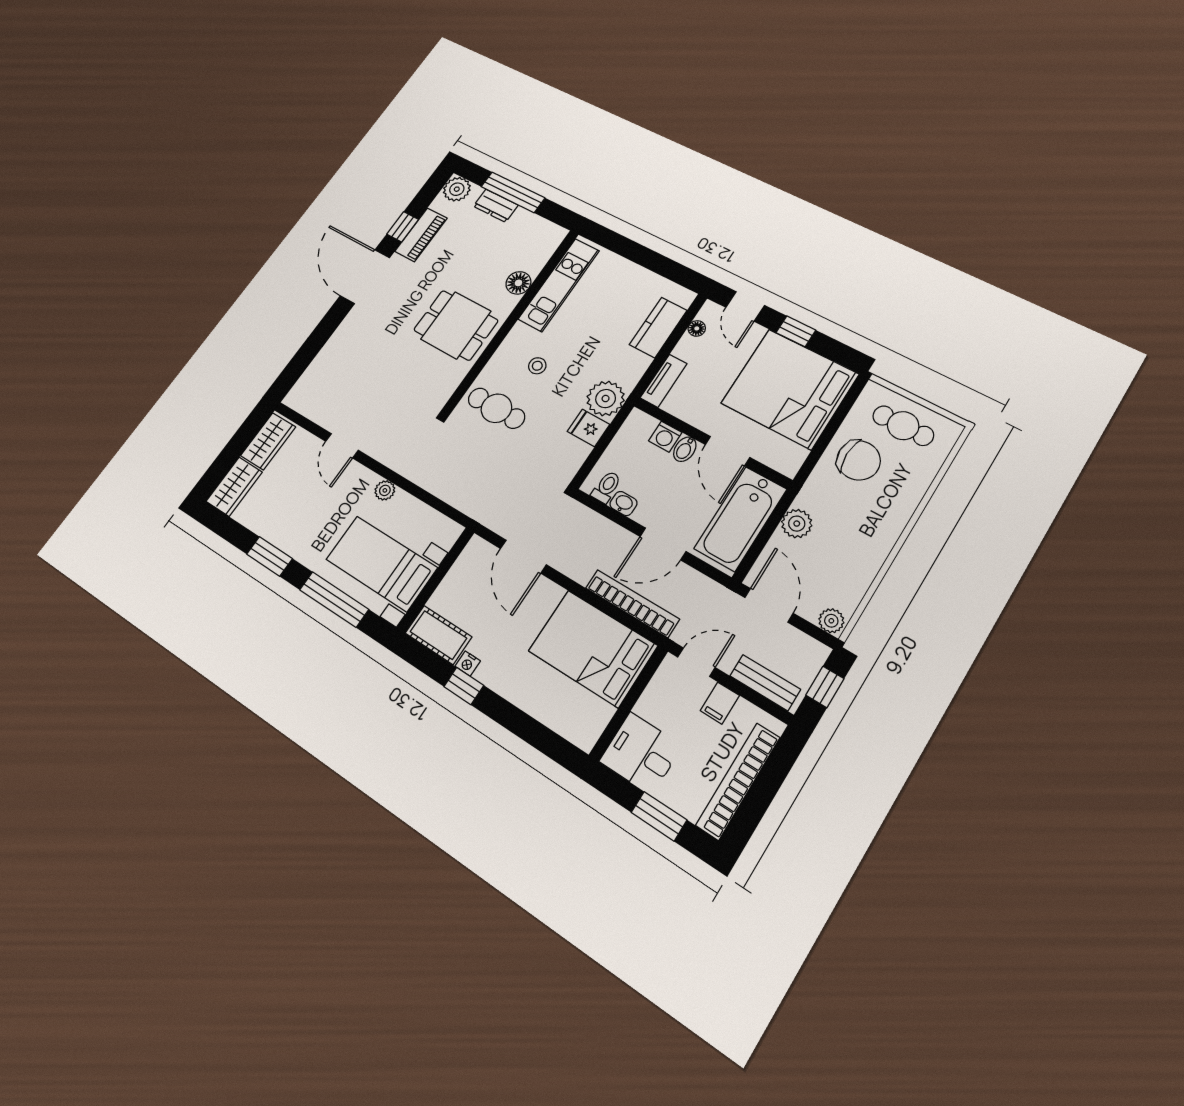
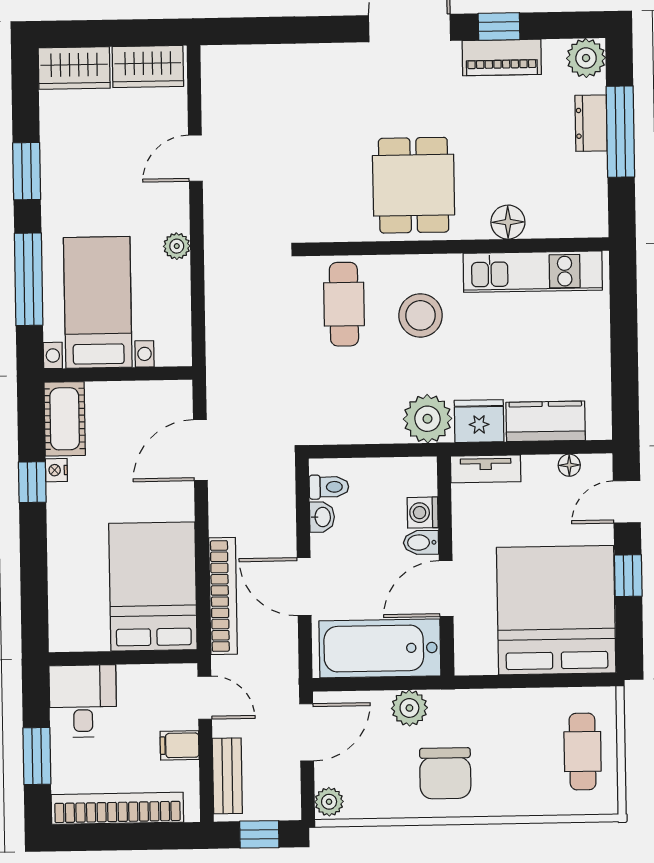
stool: (537, 366) -> (421, 315), width x1.89, depth x1.89
fridge: (589, 428) -> (479, 421), moved, width x1.38
chair: (859, 460) -> (445, 773), moved

